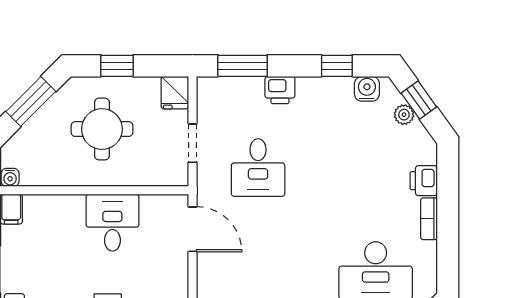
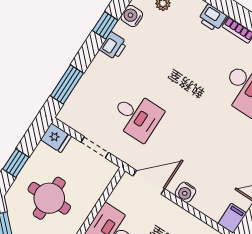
printer: (280, 90) -> (113, 46), moved
water cooler: (208, 278) -> (185, 192), added

